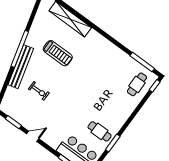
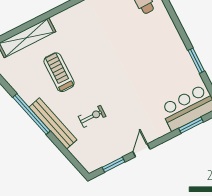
treadmill: (58, 53) -> (59, 72), turned -90
cafe table: (100, 131) -> (175, 69), removed

